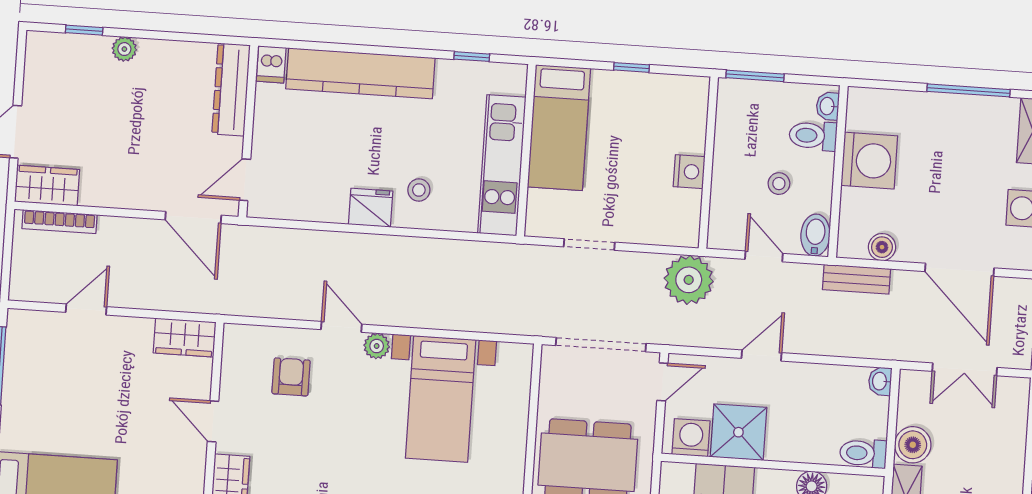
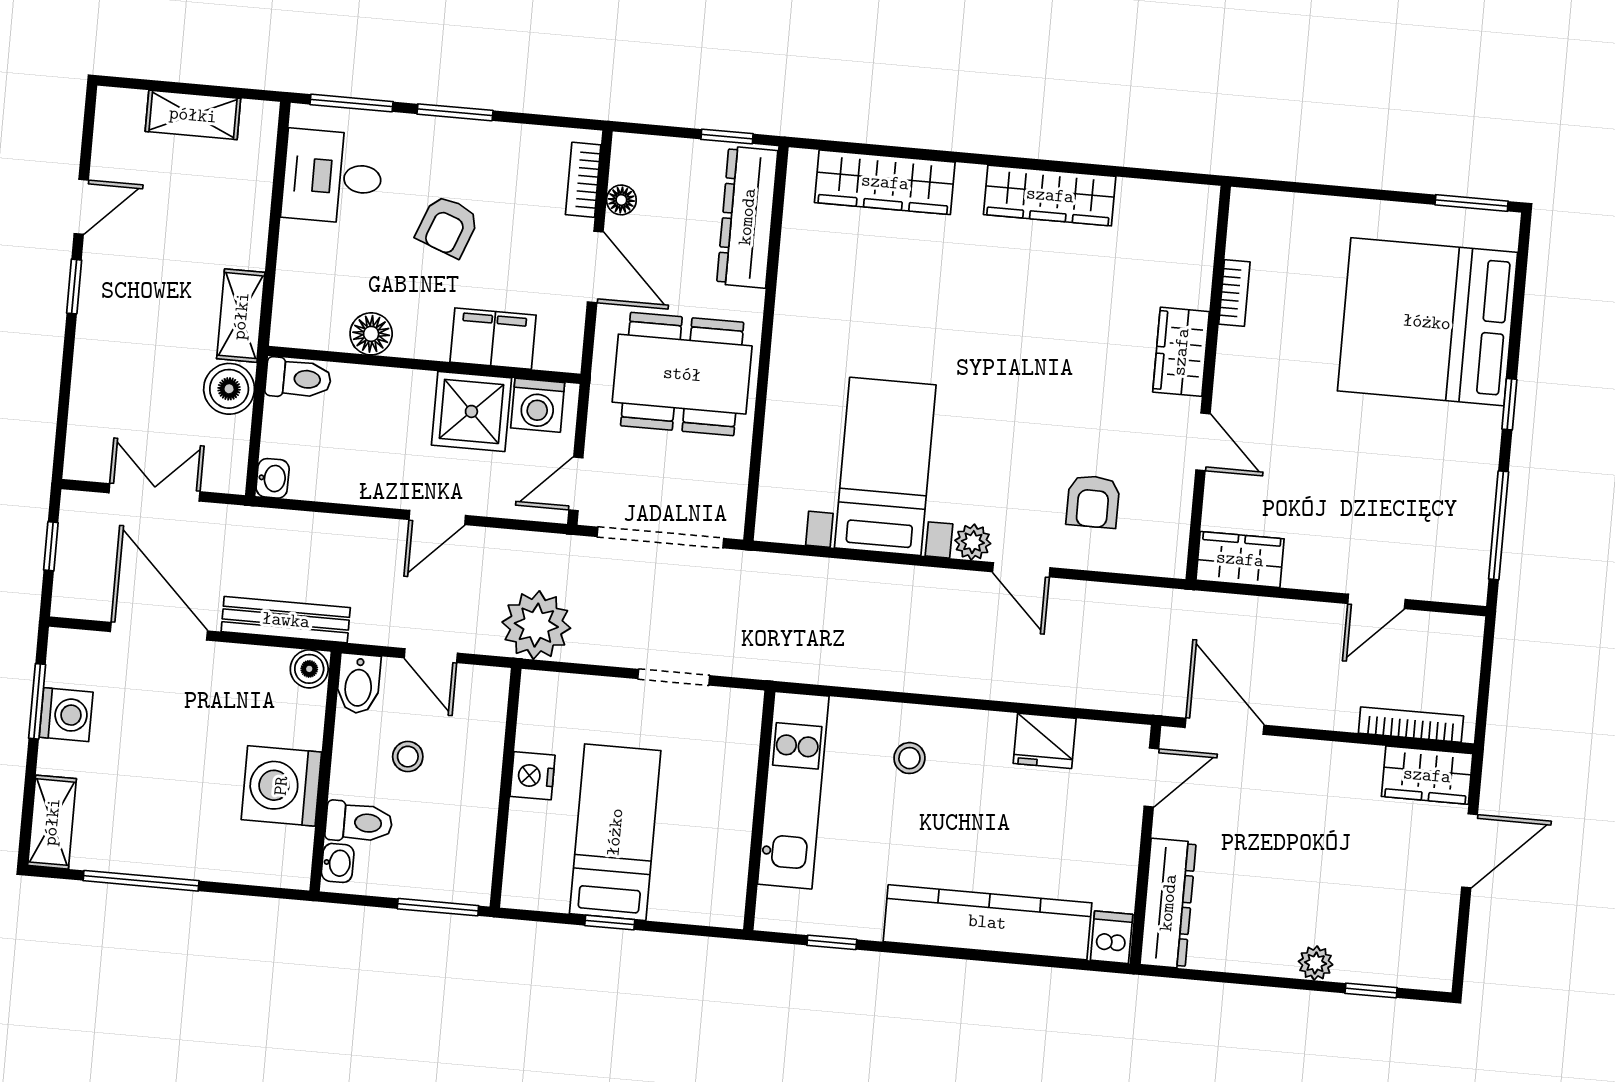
bed: (559, 128) -> (615, 832), moved
fridge: (371, 208) -> (1045, 741), moved
boiler: (882, 247) -> (309, 669), moved
bench: (857, 279) -> (286, 620), width x1.36

